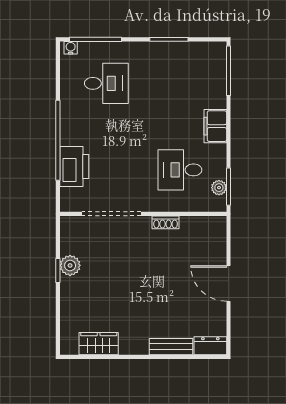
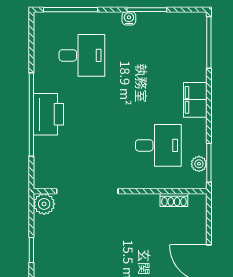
water cooler: (71, 48) -> (129, 18), moved
printer: (74, 166) -> (48, 114), moved
desk: (180, 170) -> (158, 145), turned 180
shoe rack: (166, 222) -> (174, 200), moved
plant: (70, 265) -> (44, 204), moved

